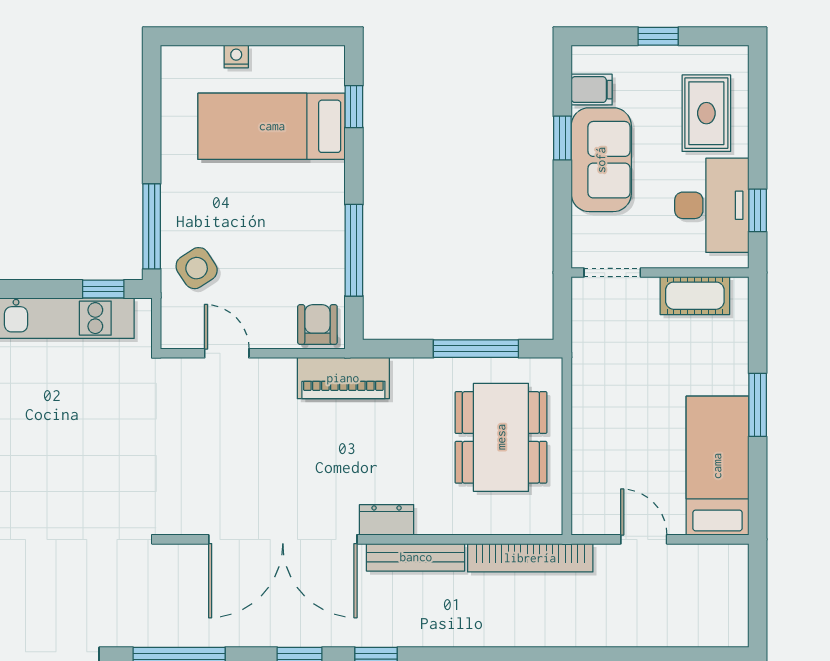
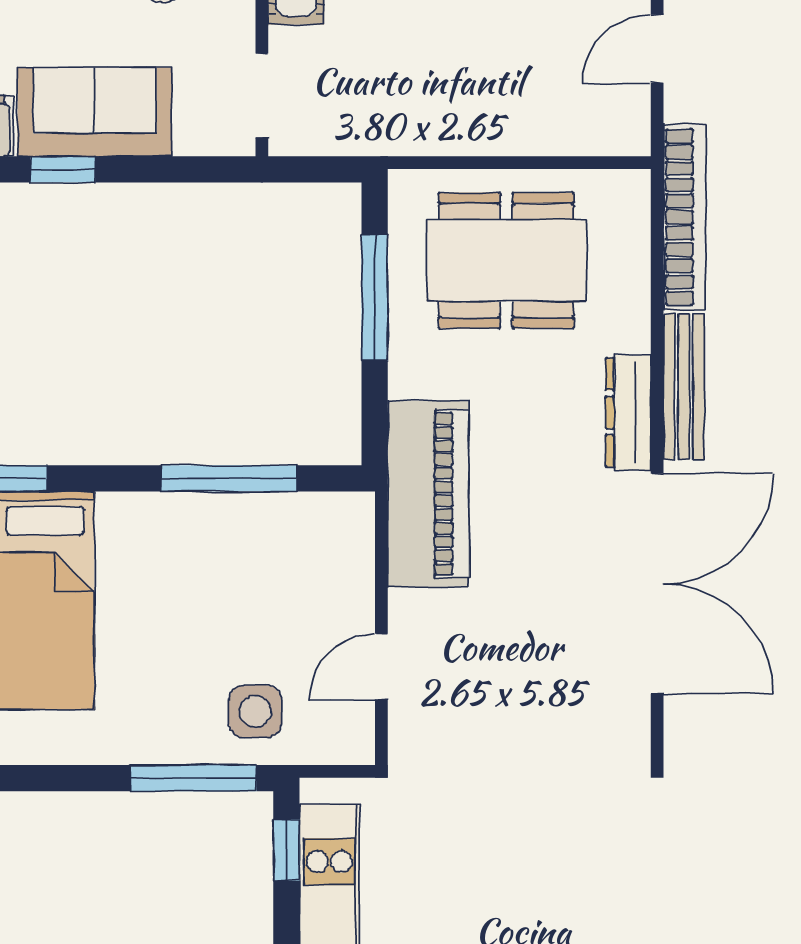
side table: (197, 268) -> (255, 712), turned 33
armchair: (317, 324) -> (339, 532), removed
piano: (343, 378) -> (428, 494), width x1.37, depth x1.33
dresser: (387, 520) -> (628, 412), width x1.44

